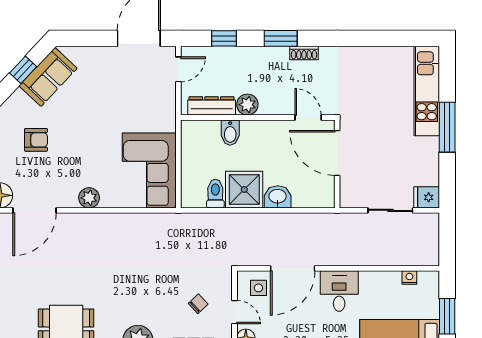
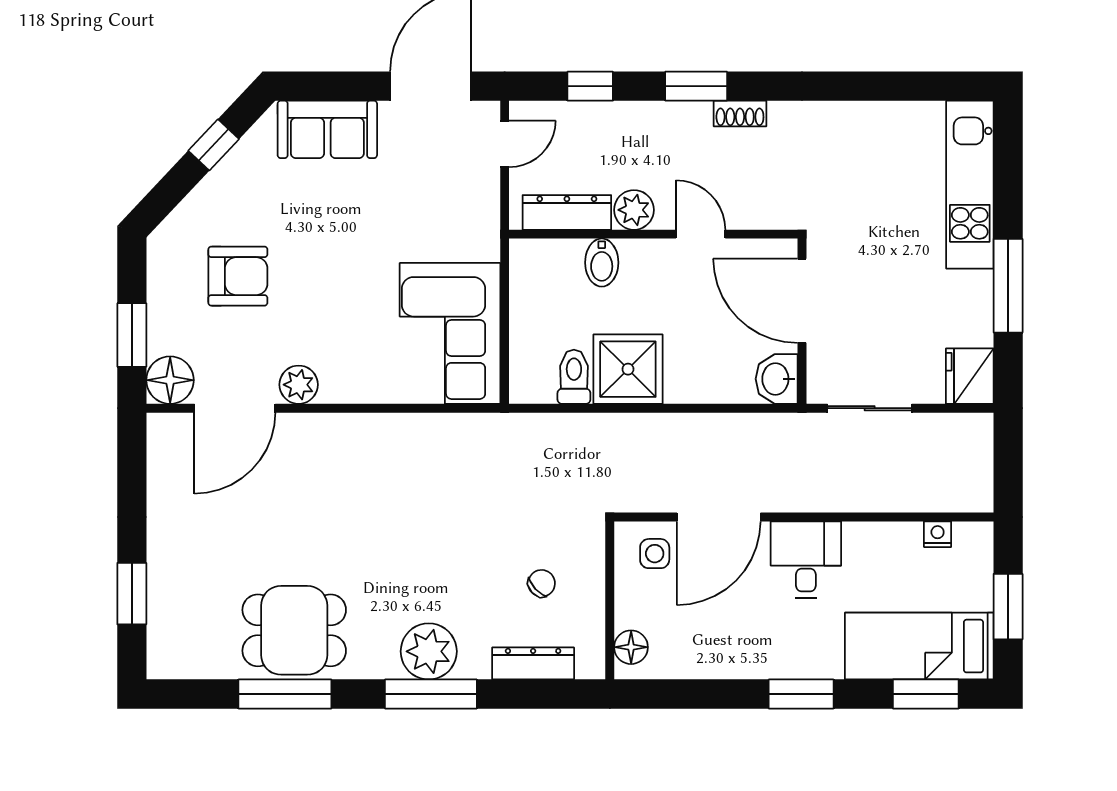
sofa: (48, 77) -> (327, 129), moved, turned 47
door: (308, 117) -> (701, 234), moved
window: (447, 127) -> (1008, 286), moved
armchair: (36, 140) -> (238, 276), width x1.38, depth x1.38
washbasin: (278, 197) -> (777, 379), moved, turned -90
fridge: (427, 197) -> (970, 376), width x1.38
plant: (89, 198) -> (299, 385), moved
sliding door: (390, 210) -> (870, 408), moved
door: (235, 312) -> (610, 599), removed

